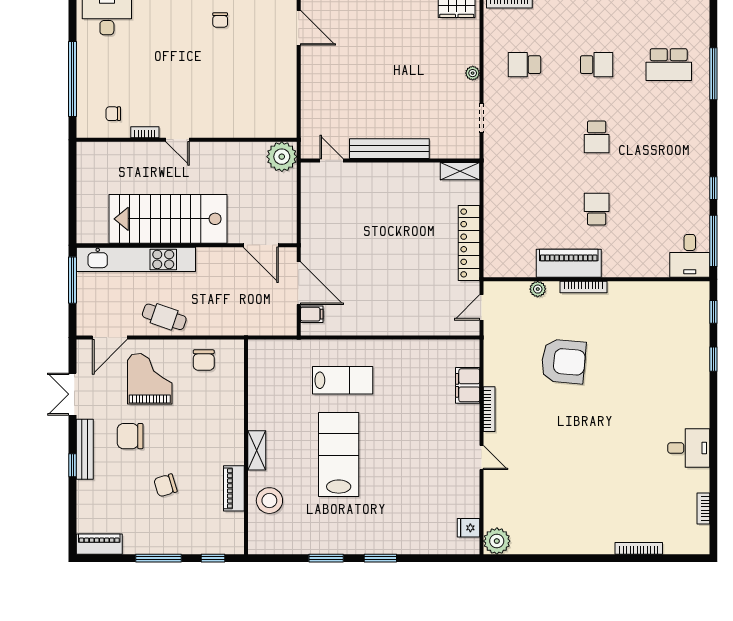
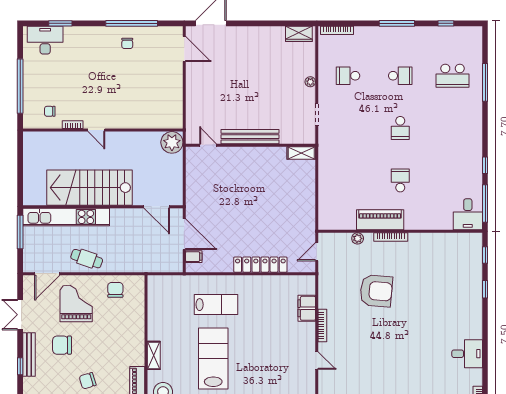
locker: (469, 243) -> (260, 265), moved, turned 90
chair: (204, 360) -> (115, 290), turned 180

